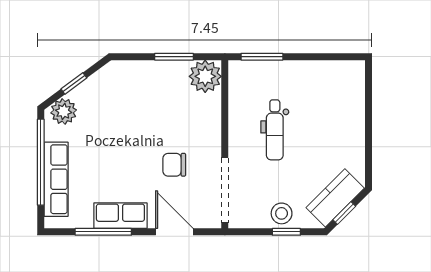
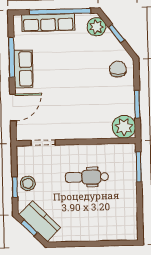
chair: (174, 165) -> (118, 69), moved
doorway: (225, 190) -> (43, 143), width x0.53

